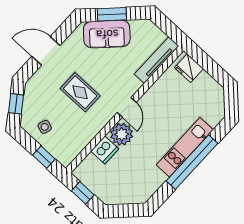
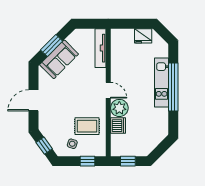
fridge: (189, 68) -> (143, 36), moved
rug: (80, 92) -> (87, 126), moved

